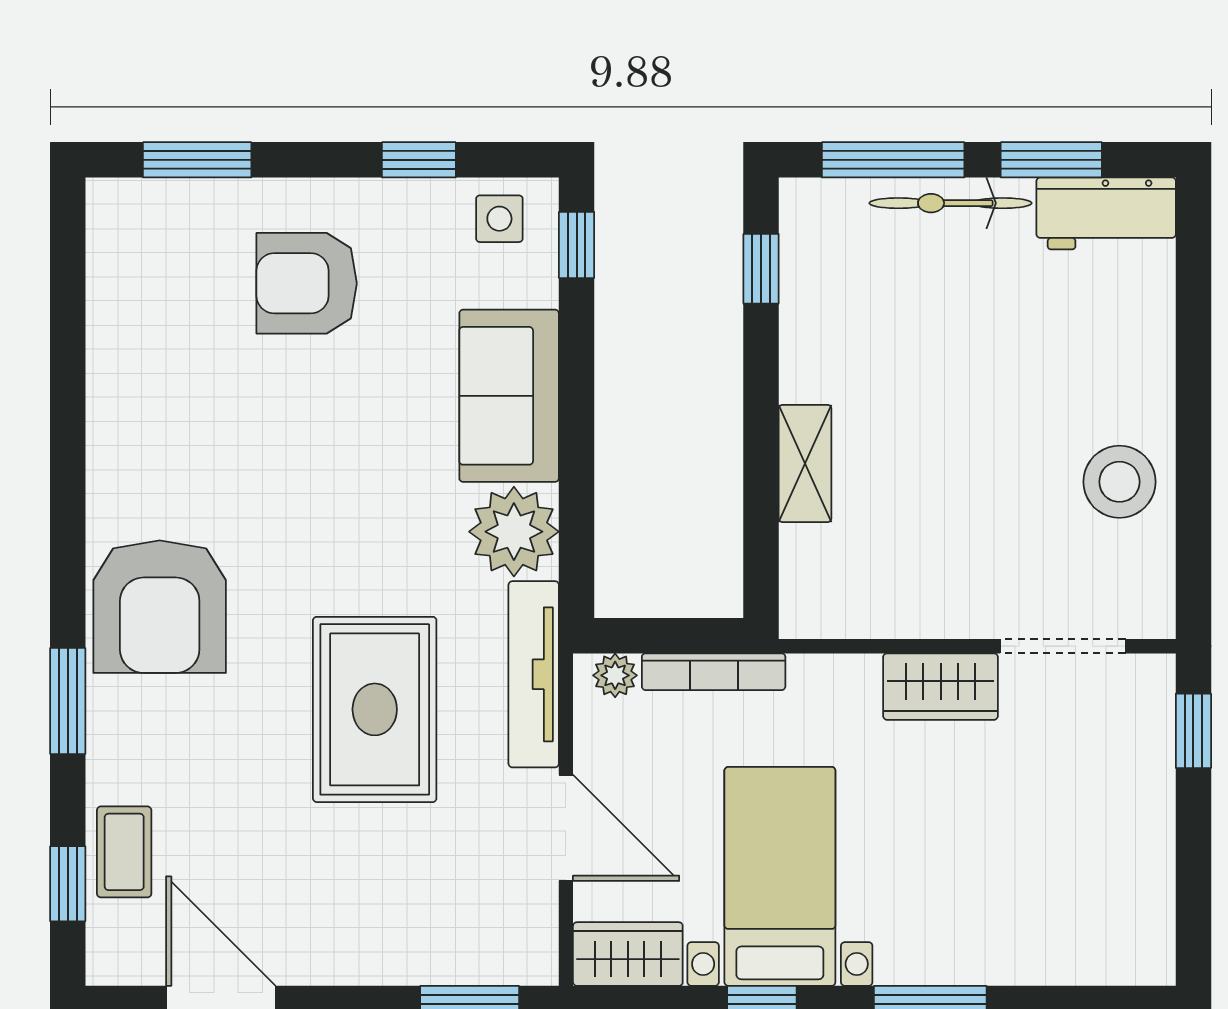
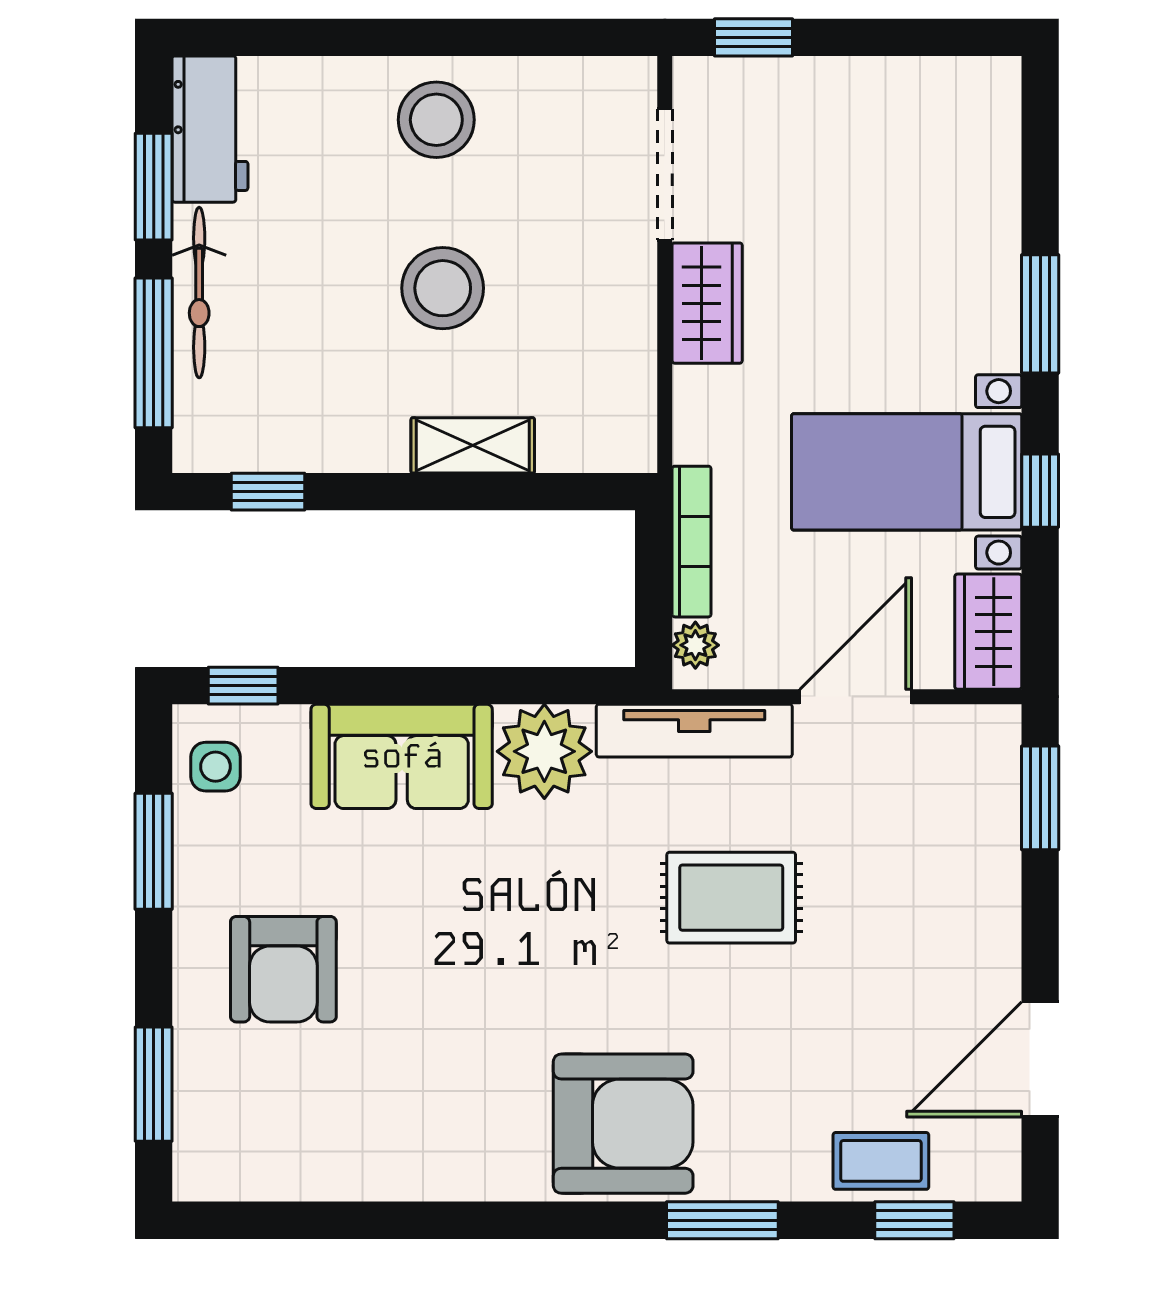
window: (419, 160) -> (154, 851), width x1.50
stool: (955, 435) -> (443, 288), added
stool: (1119, 482) -> (436, 120), moved
rug: (375, 709) -> (731, 898), width x0.73, depth x0.70

